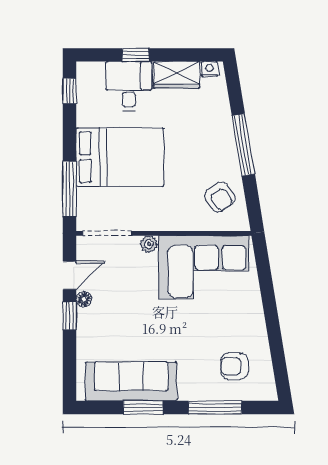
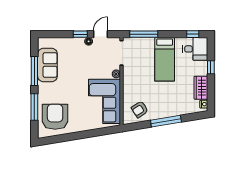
desk: (129, 86) -> (195, 49), moved
bed: (120, 157) -> (165, 59), width x0.67
door: (70, 275) -> (101, 34), swing flipped
armchair: (234, 366) -> (55, 117), width x1.88, depth x1.88
sofa: (131, 381) -> (47, 65), width x0.73
window: (143, 407) -> (34, 71), width x1.44

